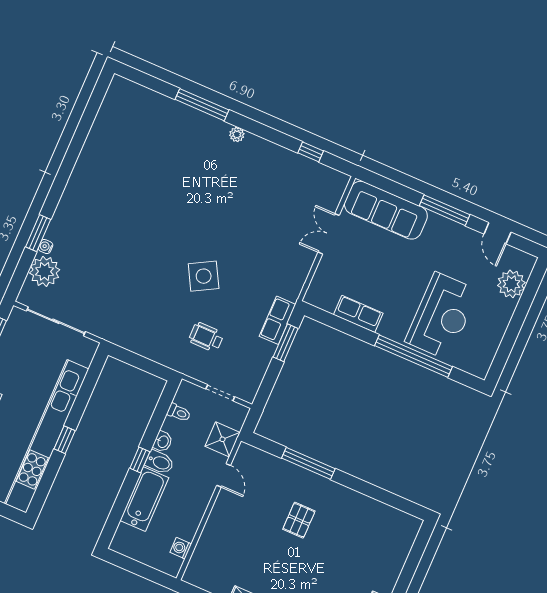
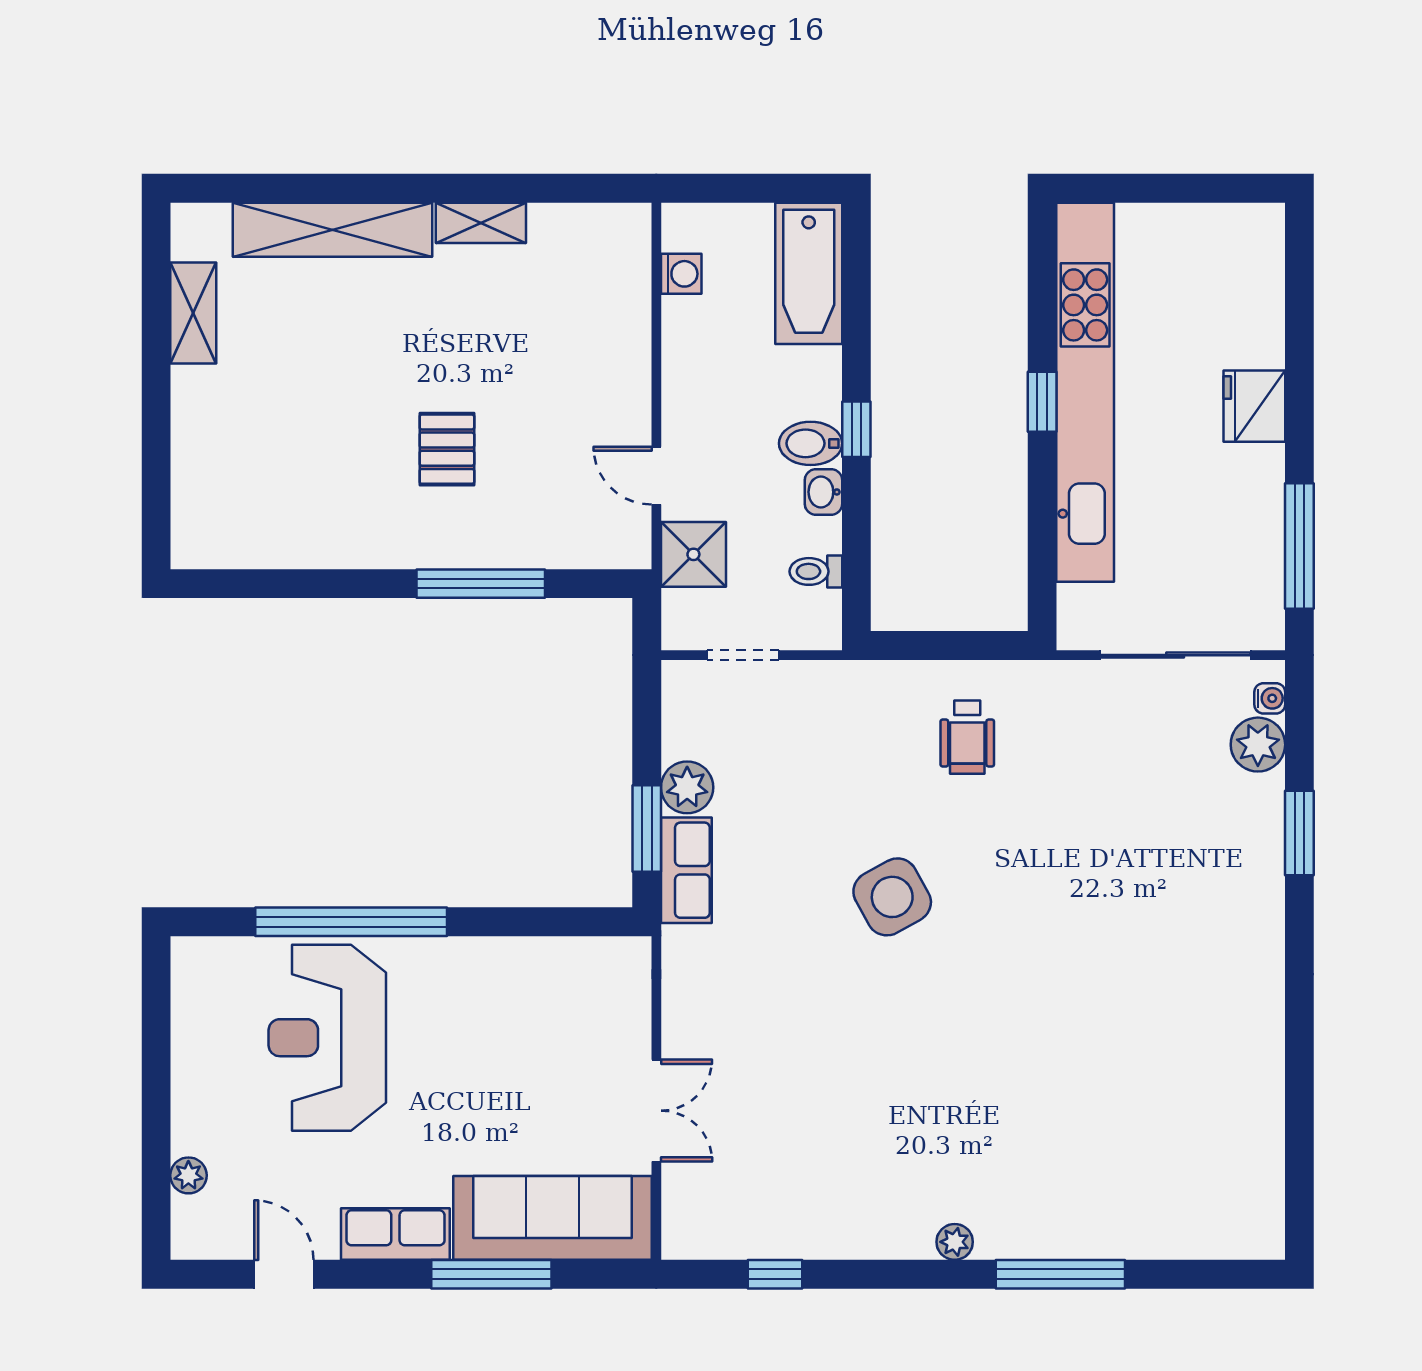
window: (445, 210) -> (491, 1274), moved
water cooler: (46, 247) -> (1270, 698), moved
plant: (45, 271) -> (1258, 745), width x0.73, depth x0.73
plant: (511, 284) -> (188, 1175), width x0.53, depth x0.53
row of seats: (358, 314) -> (395, 1234), moved, turned 180
wheelchair: (206, 337) -> (967, 737), moved, turned 90
plant: (263, 352) -> (687, 787), added
bathtub: (144, 499) -> (809, 273), moved

